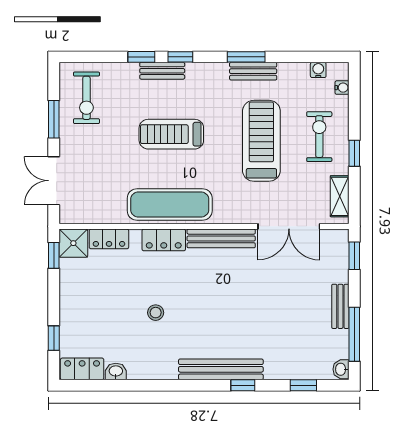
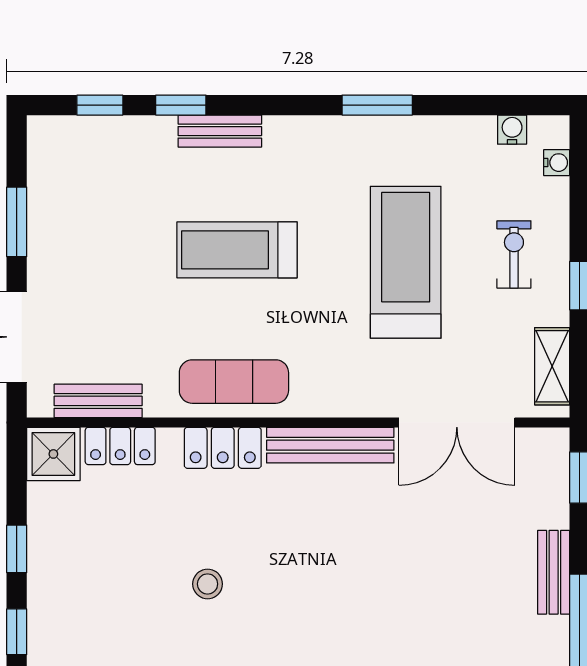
window: (180, 57) -> (100, 105), moved
bench: (253, 71) -> (98, 401), moved
exercise bike: (86, 98) -> (78, 182), removed
exercise bike: (319, 137) -> (514, 254), width x0.73, depth x0.72
exercise mat: (170, 205) -> (234, 382), width x0.73, depth x0.69
window: (54, 255) -> (17, 549), moved

